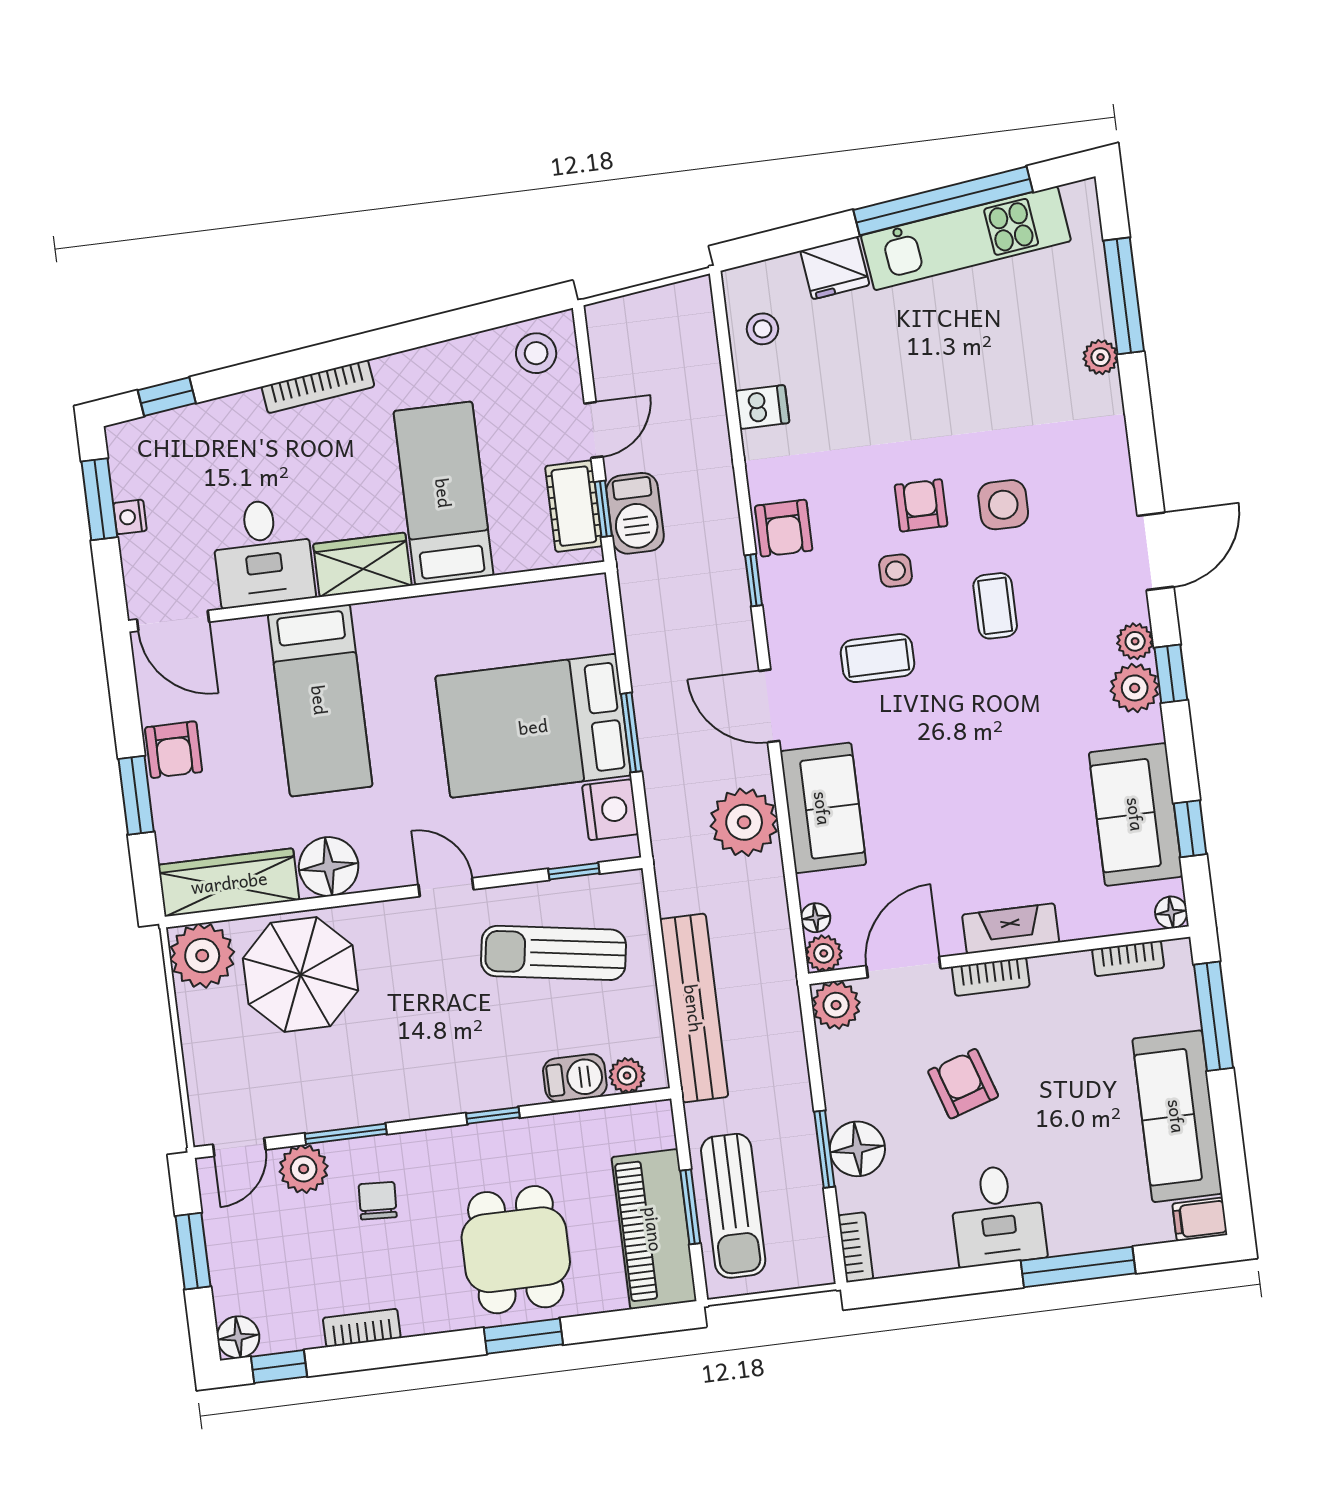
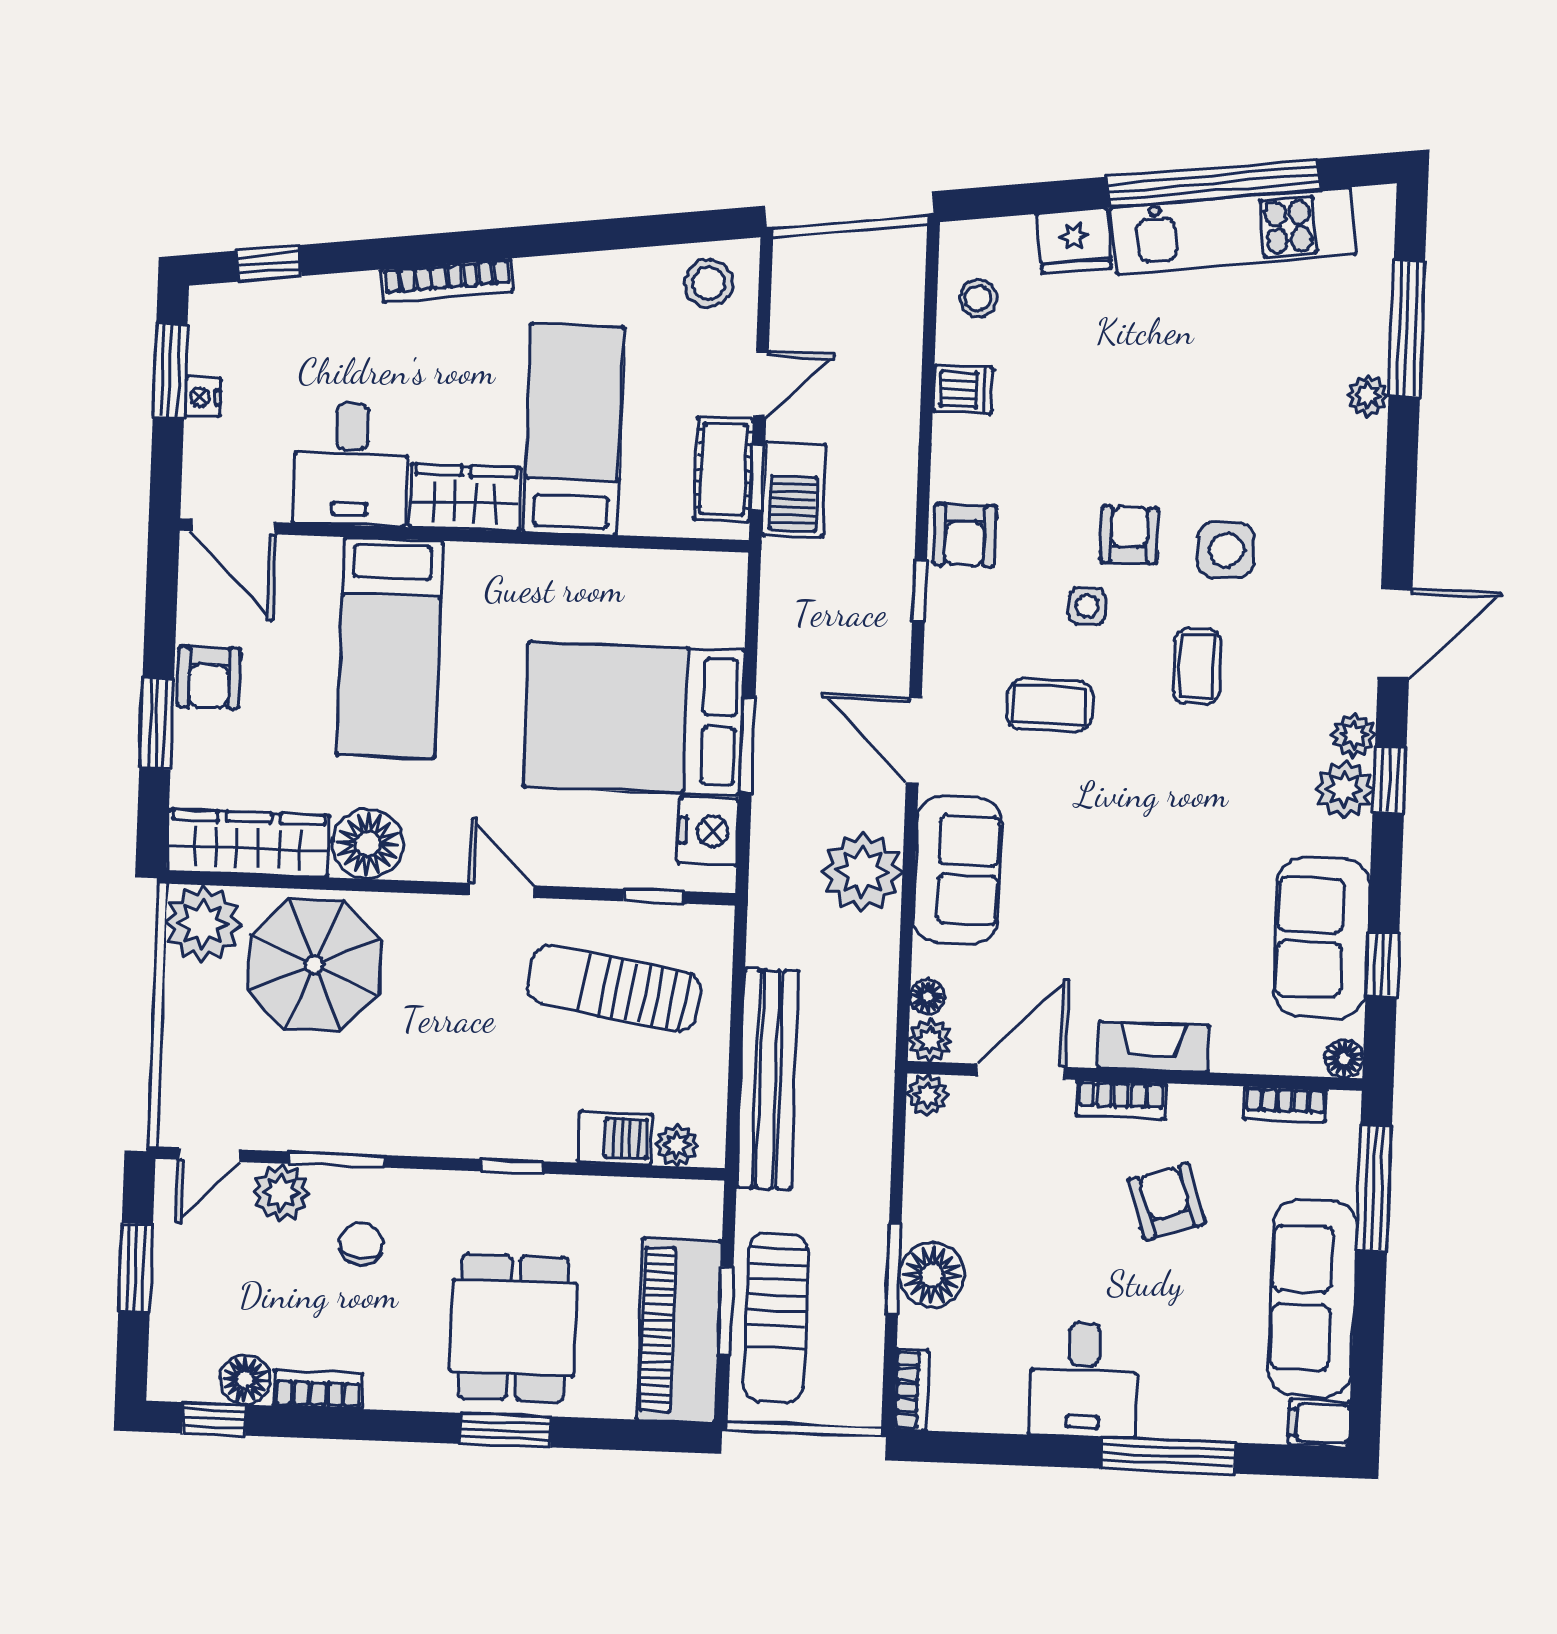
plant: (836, 1005) -> (927, 1095), width x0.73, depth x0.73
armchair: (963, 1084) -> (1167, 1202), moved
floor lamp: (238, 1337) -> (245, 1380), moved

